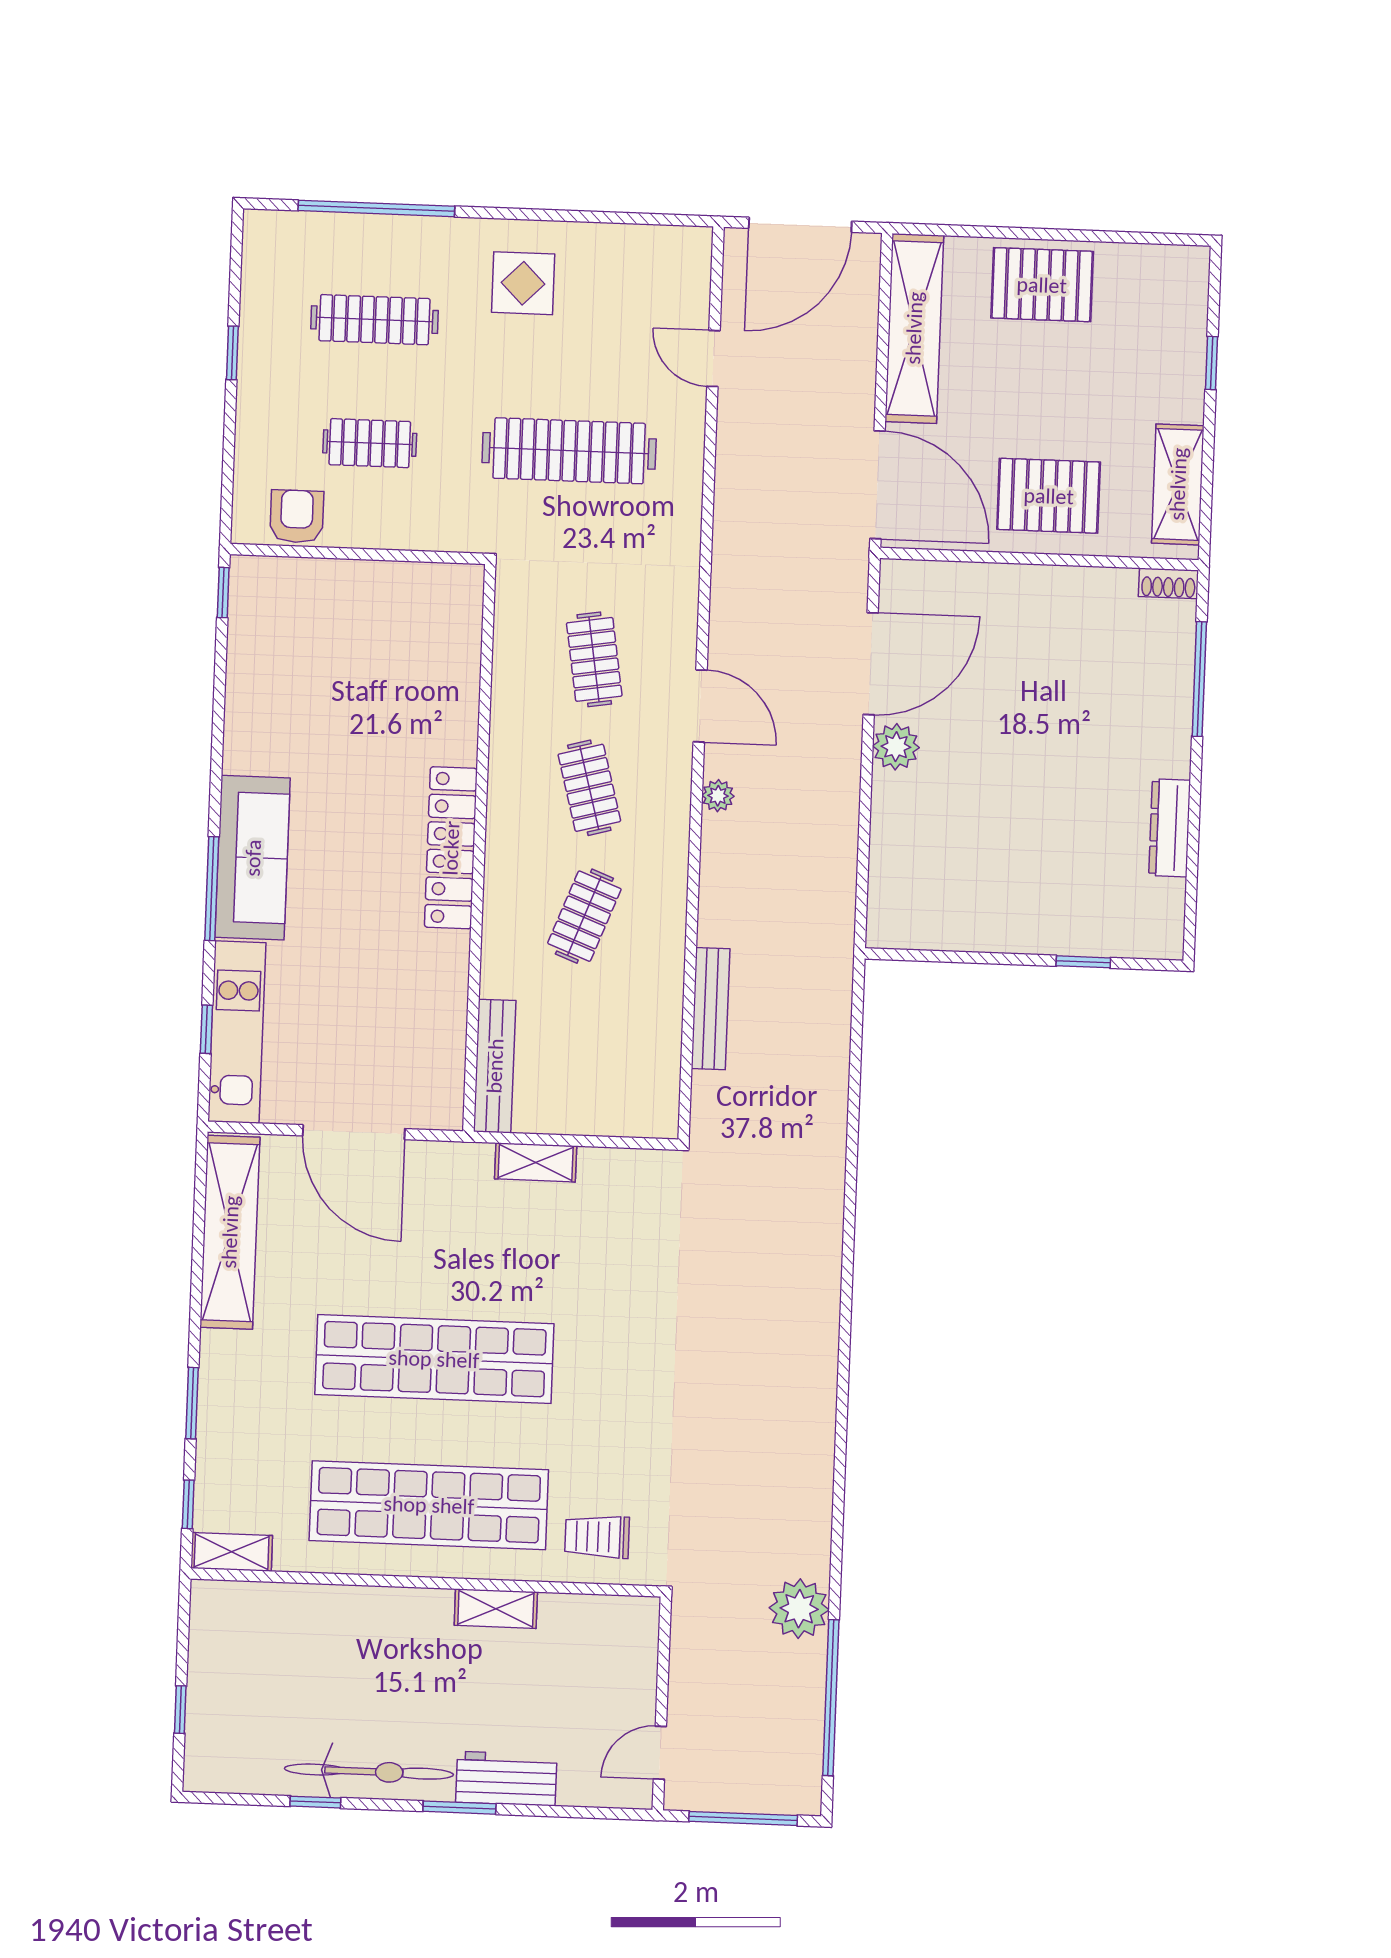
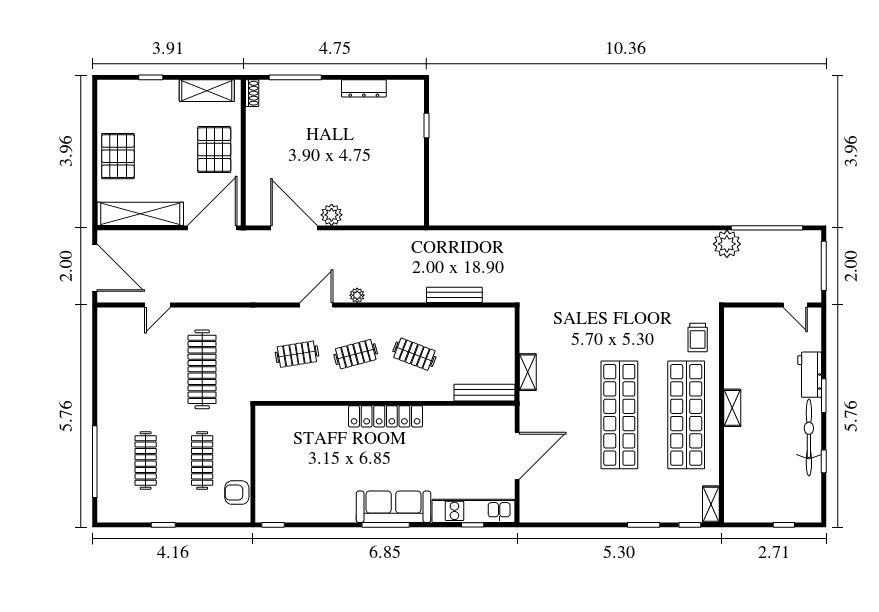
display table: (523, 283) -> (126, 393), removed
clothes rail: (370, 443) -> (202, 460), width x1.36
window: (212, 889) -> (386, 525), moved
shelving: (230, 1232) -> (565, 511), removed
shelving: (496, 1609) -> (732, 408), moved

